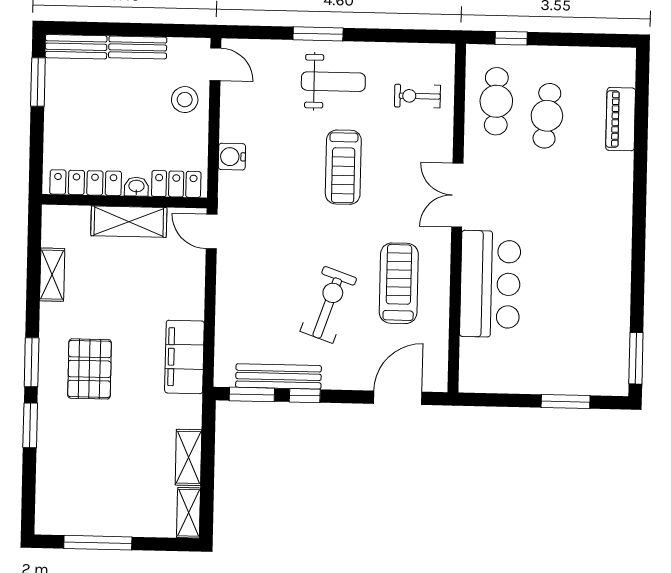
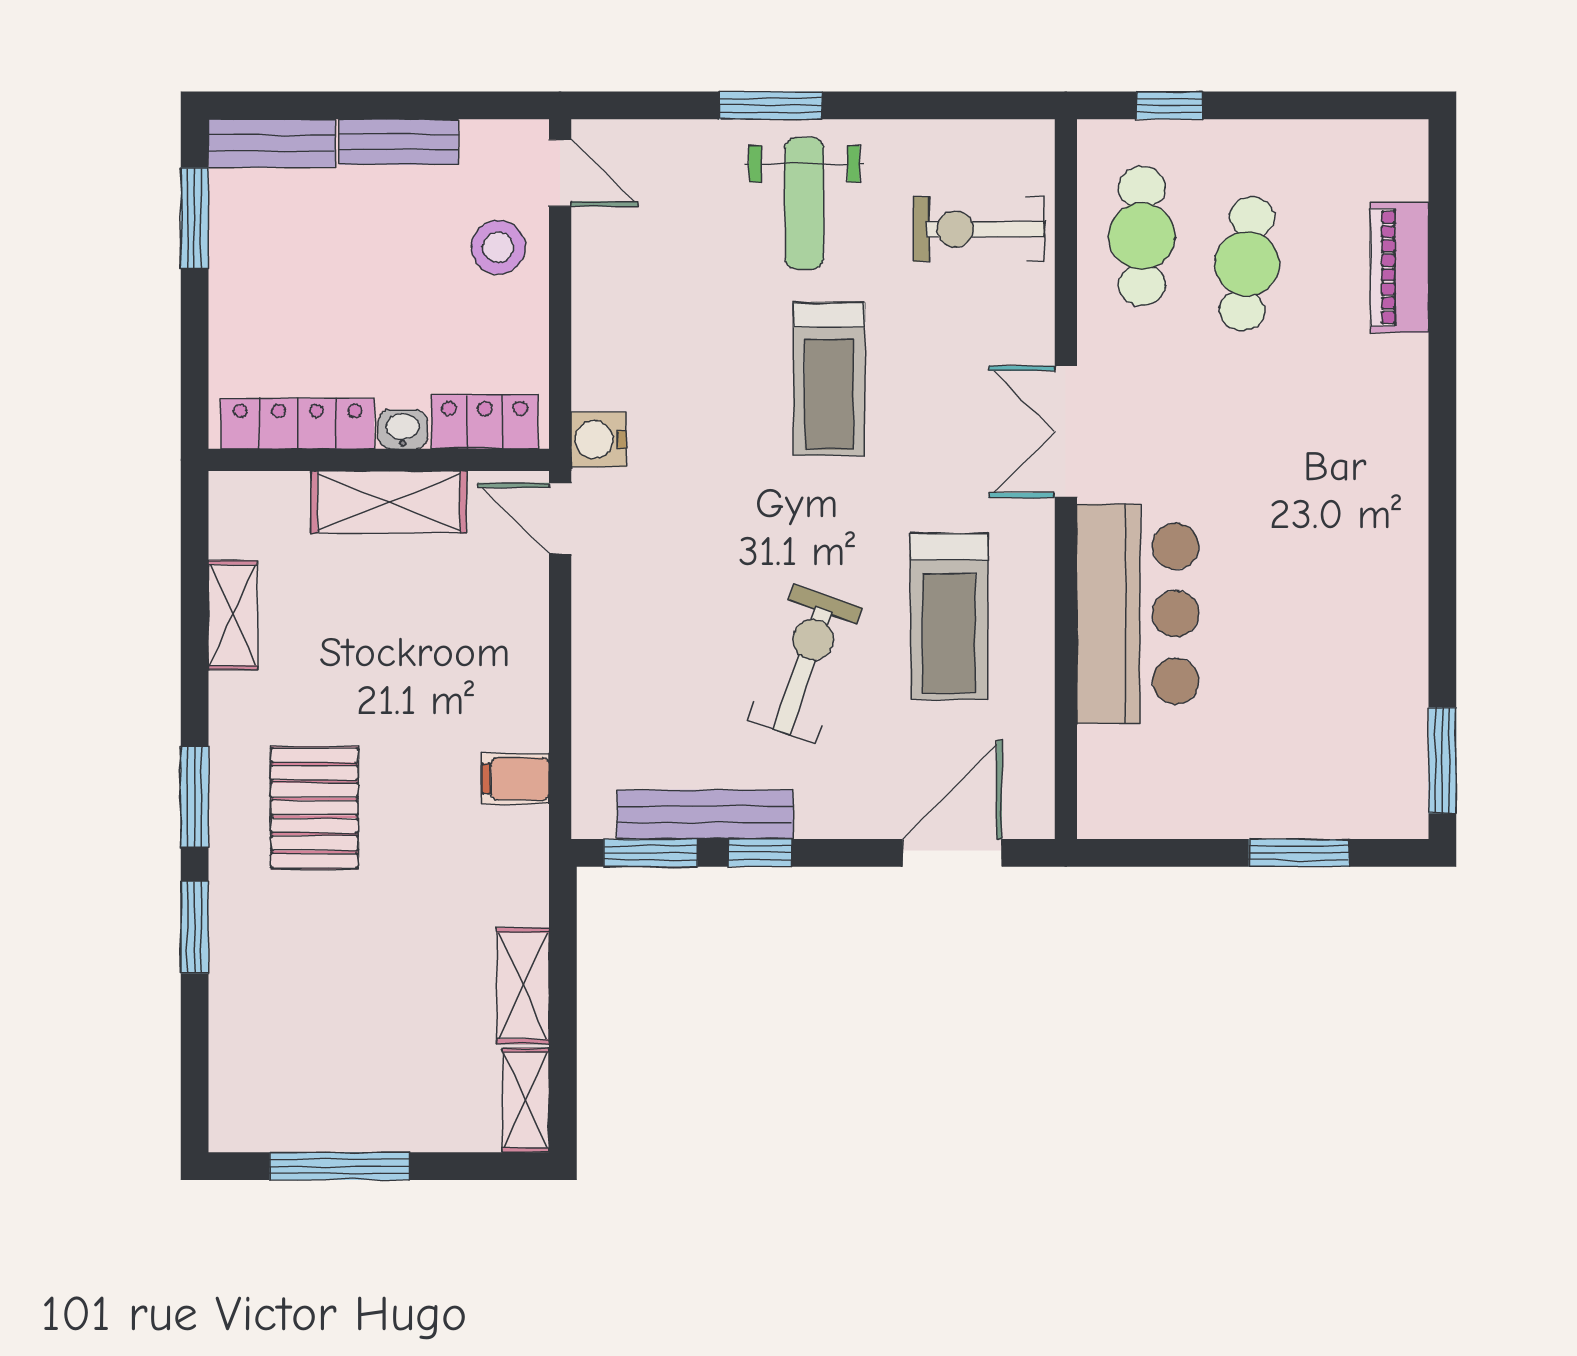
weight bench: (333, 82) -> (804, 203), turned 90
exercise bike: (417, 96) -> (979, 229), width x1.38, depth x1.39
water cooler: (232, 157) -> (599, 440), moved
treadmill: (399, 283) -> (949, 616), turned 180
filing cabinet: (184, 357) -> (516, 779), width x0.33, depth x0.86

